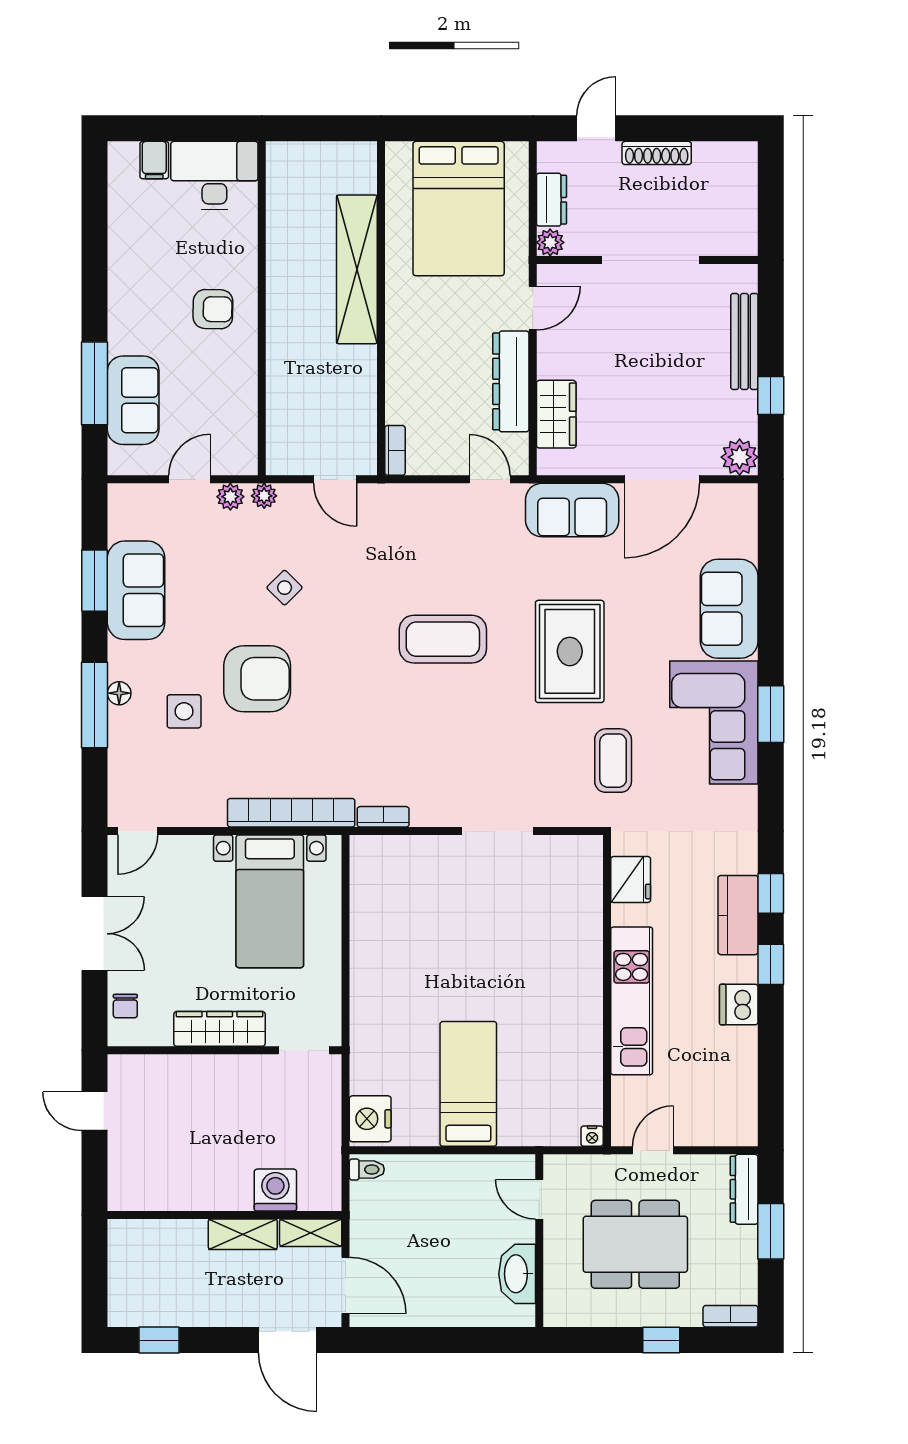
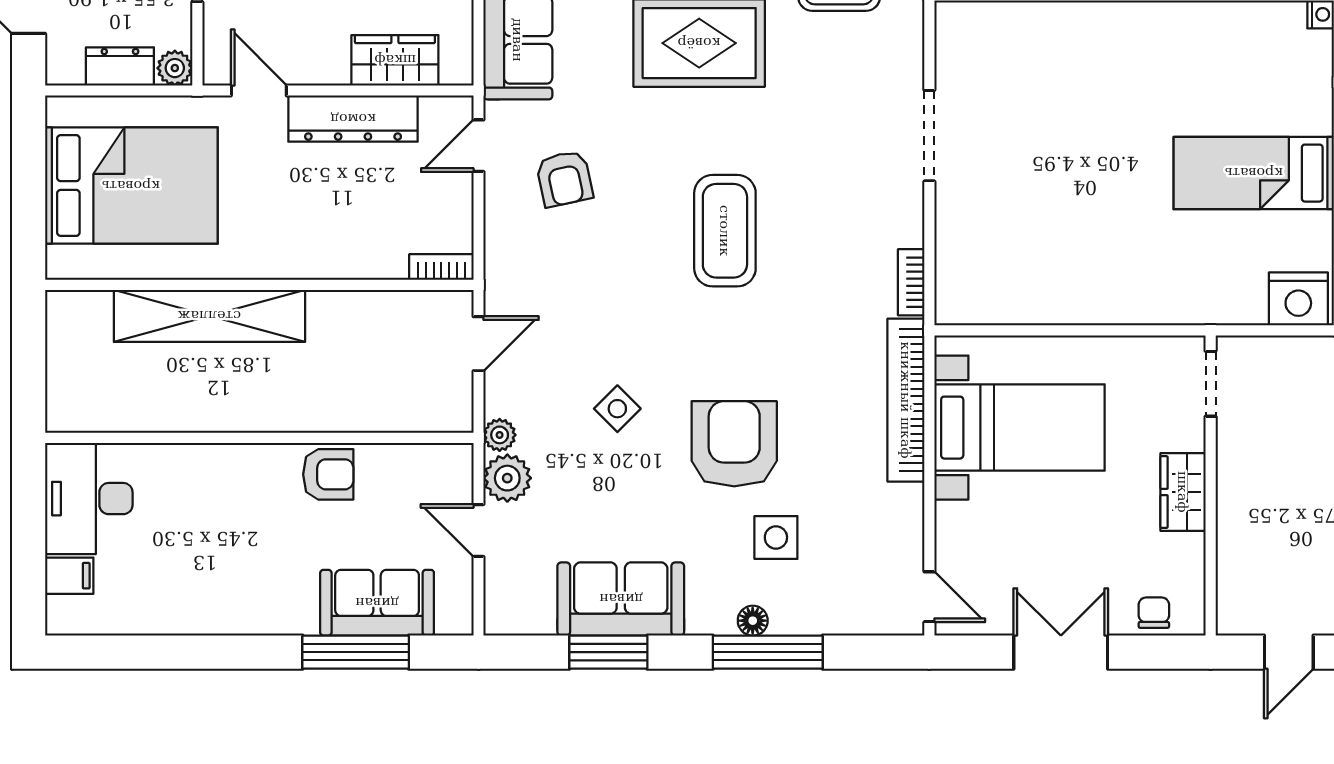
armchair: (213, 309) -> (328, 474), moved, turned 89
plant: (230, 497) -> (507, 478), width x1.38, depth x1.38
armchair: (464, 546) -> (564, 179), added
coffee table: (443, 639) -> (725, 231), moved
chair: (125, 1006) -> (1154, 613), turned -90
wardrobe: (220, 1029) -> (1183, 492), width x0.67

